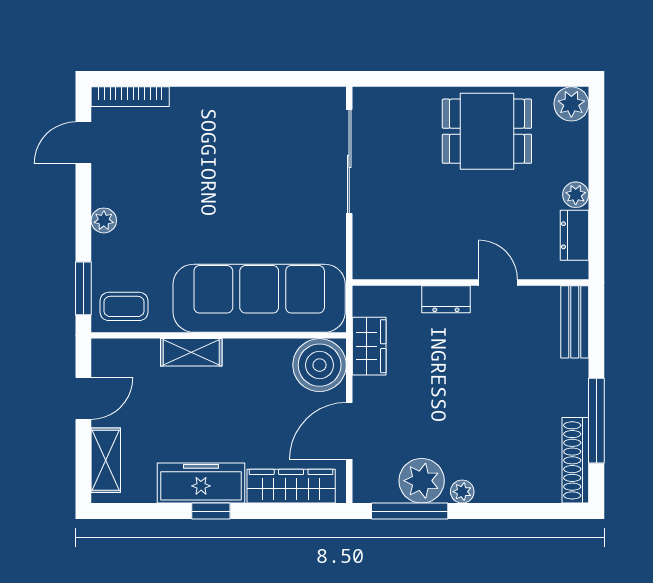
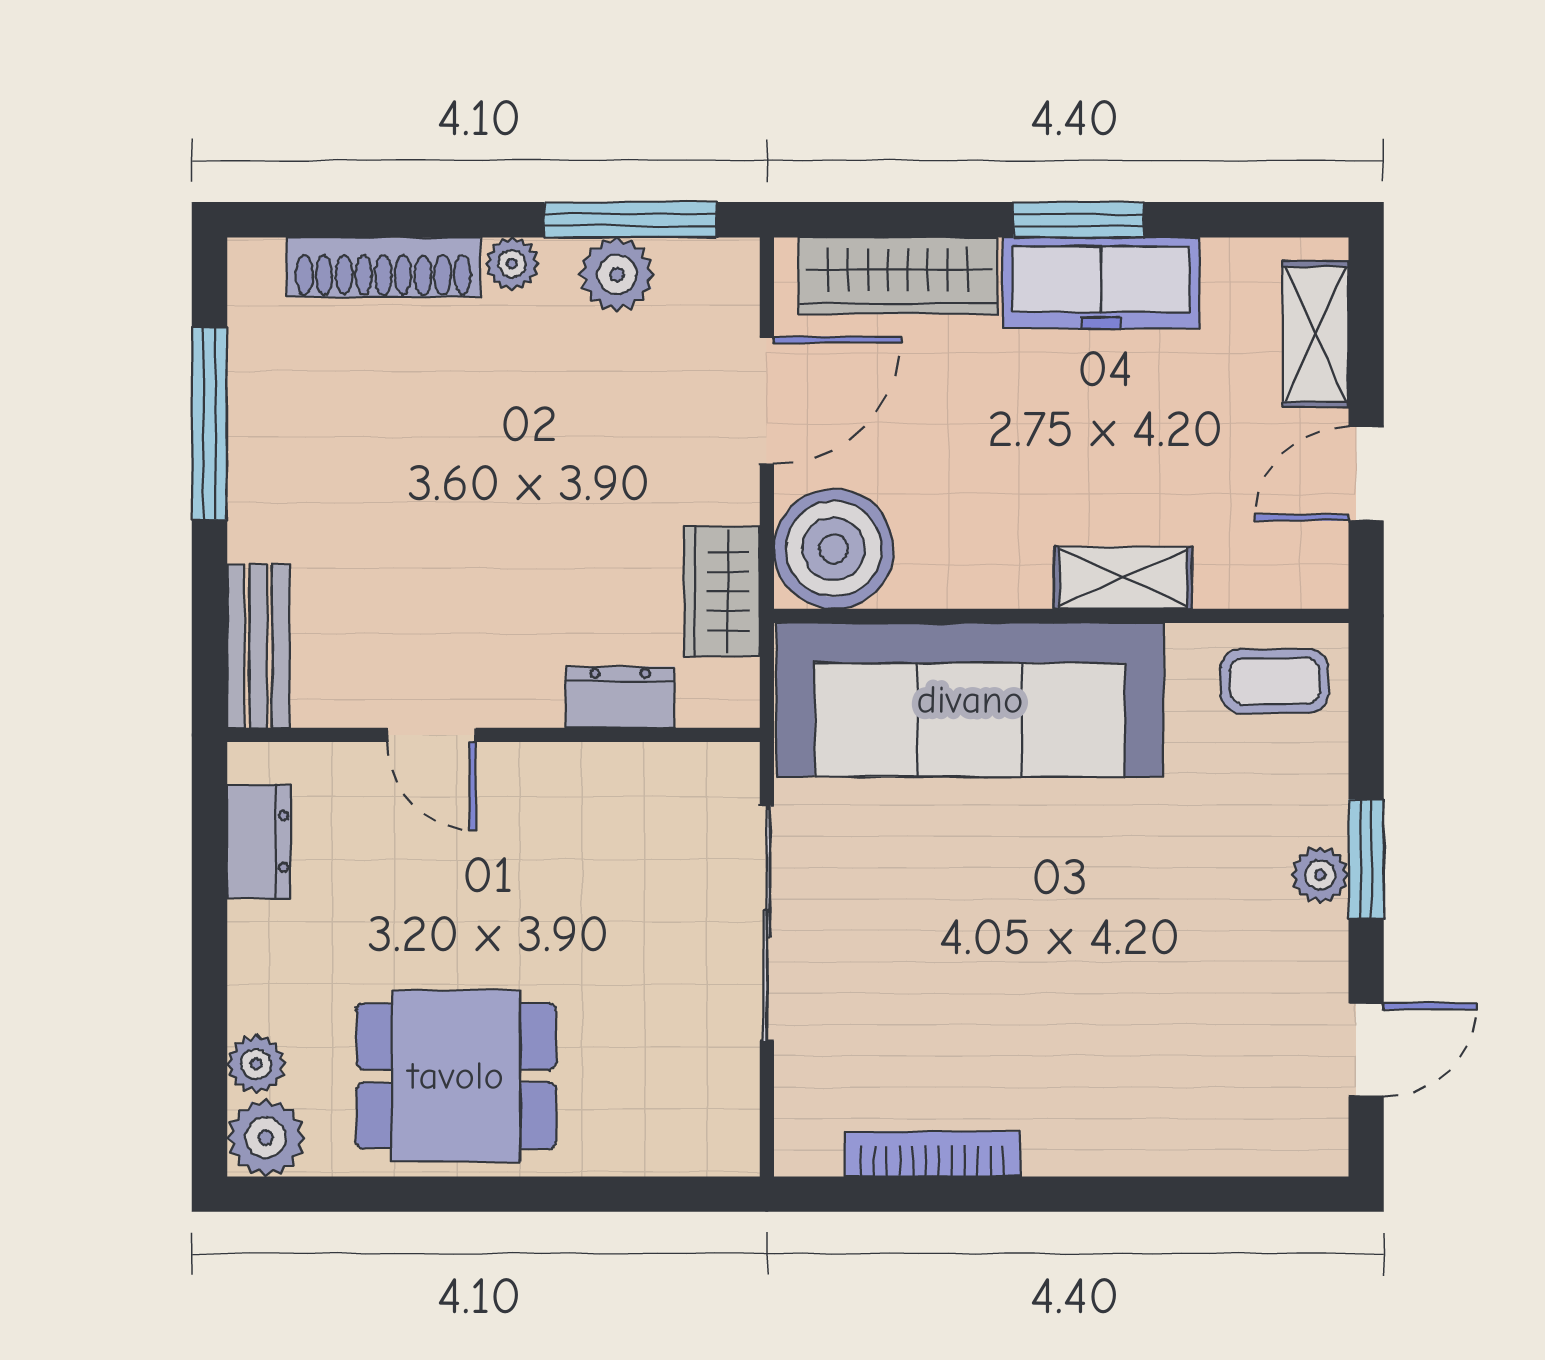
bookcase: (130, 97) -> (932, 1154), moved
sliding door: (349, 161) -> (767, 923), moved
plant: (576, 195) -> (256, 1064), moved
window: (83, 288) -> (1366, 859), moved
dresser: (446, 299) -> (620, 697), moved
shoe rack: (575, 460) -> (383, 267), moved, turned 90
plant: (422, 481) -> (617, 274), width x0.73, depth x0.73
window: (211, 511) -> (1079, 220), width x1.50

